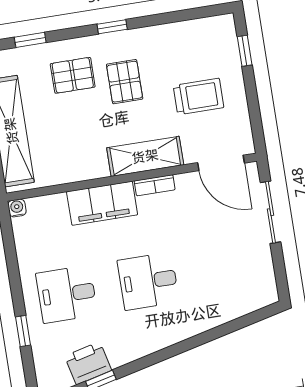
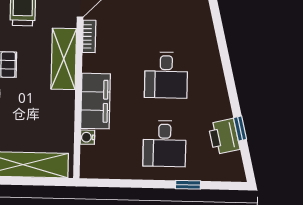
bookcase: (155, 185) -> (89, 36), moved
water cooler: (17, 208) -> (87, 137), moved

